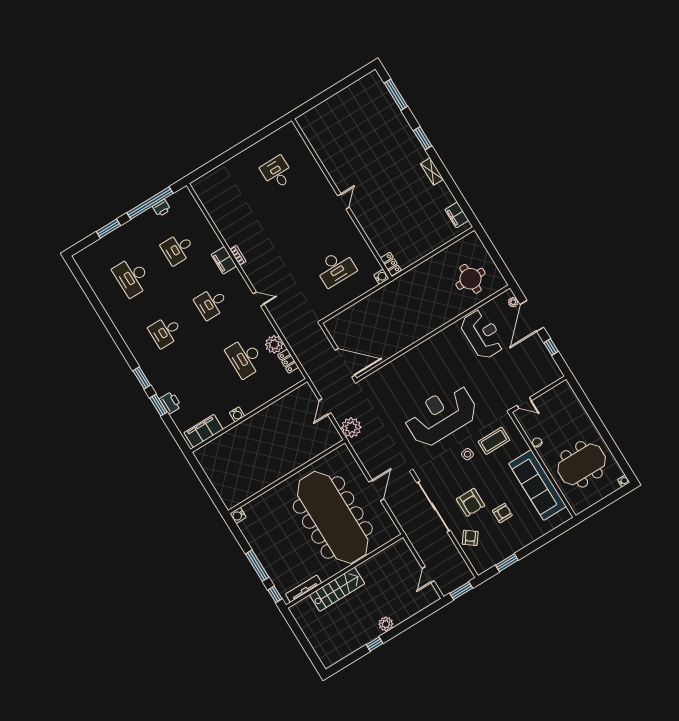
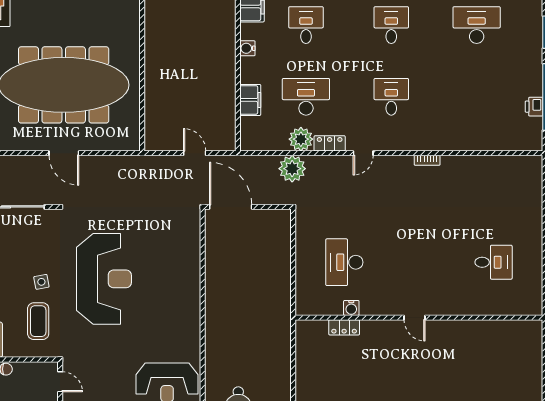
desk: (178, 249) -> (306, 25), moved
filing cabinet: (224, 260) -> (250, 100), moved, turned 90
locker: (391, 264) -> (344, 327), moved
water cooler: (381, 277) -> (351, 308), moved
locker: (288, 361) -> (330, 143), moved
door: (345, 363) -> (231, 207), swing flipped
door: (524, 403) -> (60, 382), swing flipped
plant: (351, 428) -> (292, 169), moved

